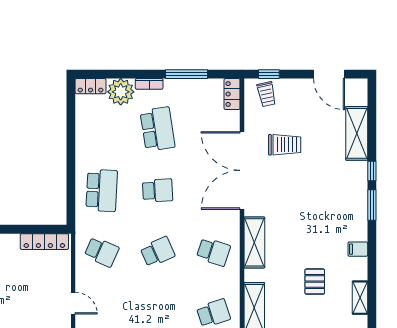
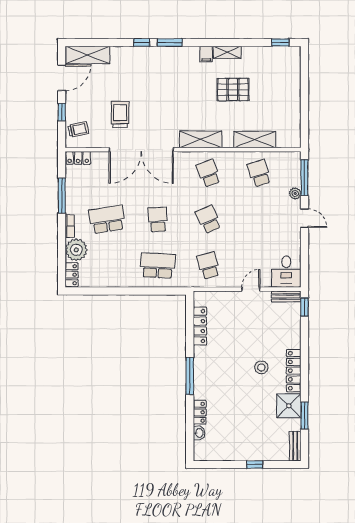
window: (269, 74) -> (62, 112), moved
shelving: (357, 133) -> (88, 55), moved
locker: (44, 242) -> (200, 326), moved
school desk: (102, 252) -> (208, 266), turned -39
school desk: (213, 252) -> (208, 173), turned -39
pallet: (315, 282) -> (233, 90), width x1.50, depth x1.42
shelving: (360, 298) -> (227, 52), moved

